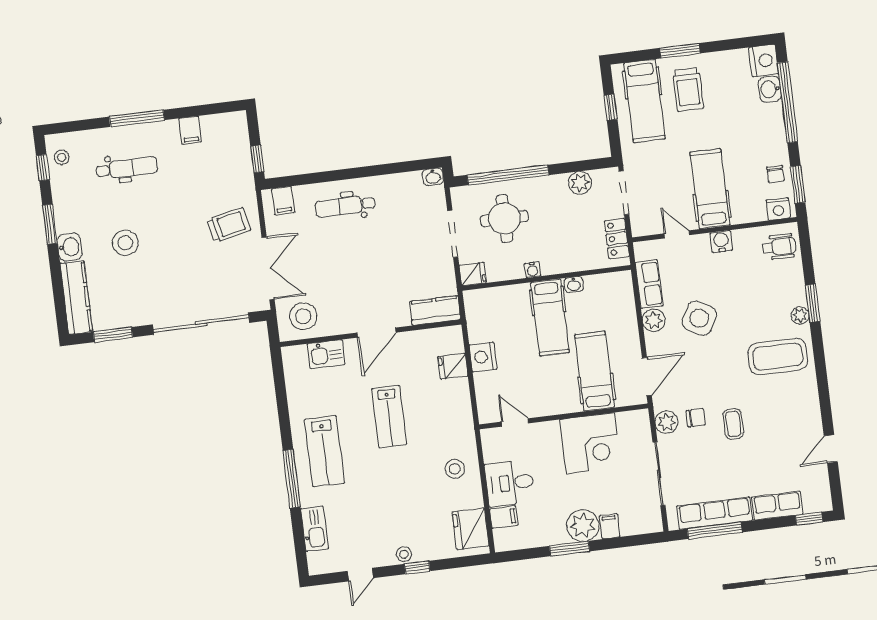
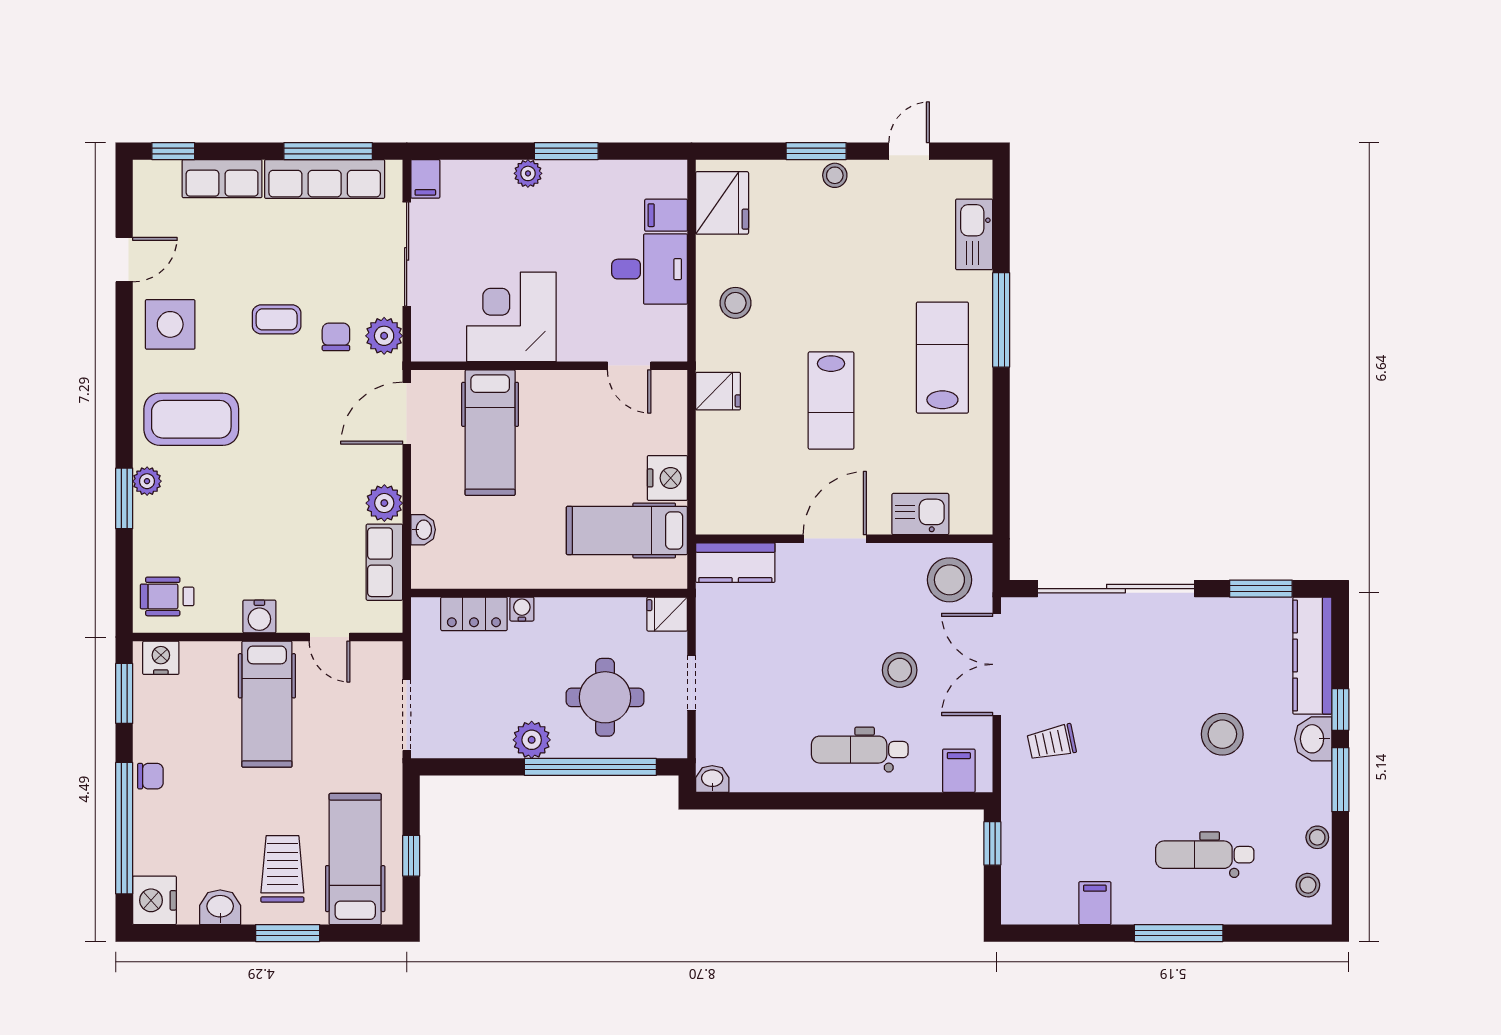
washbasin: (770, 89) -> (220, 907), moved, turned -90
window: (43, 168) -> (1340, 709), moved
chair: (775, 174) -> (150, 776), moved, turned 90
plant: (580, 183) -> (532, 740), moved
stool: (60, 187) -> (1317, 837), added
dental chair: (345, 206) -> (860, 750), turned 180
trolley: (229, 225) -> (1052, 742), width x0.73, depth x0.72
doorway: (453, 234) -> (692, 683), width x0.73
locker: (617, 239) -> (474, 614), moved, turned 90
stool: (327, 257) -> (900, 670), added
water cooler: (532, 270) -> (522, 609), moved
washbasin: (574, 285) -> (423, 530), moved, turned 90
hospital bed: (550, 317) -> (627, 530), moved, turned -90
side table: (699, 318) -> (170, 324), moved, turned -30
fridge: (453, 366) -> (718, 391), moved
lab bench: (389, 417) -> (831, 401), turned 180
chair: (696, 418) -> (336, 337), turned 90
coffee table: (733, 424) -> (277, 319), turned 90
plant: (583, 525) -> (528, 173), width x0.53, depth x0.53
filing cabinet: (610, 526) -> (425, 179), moved
window: (417, 567) -> (816, 151), width x1.50

